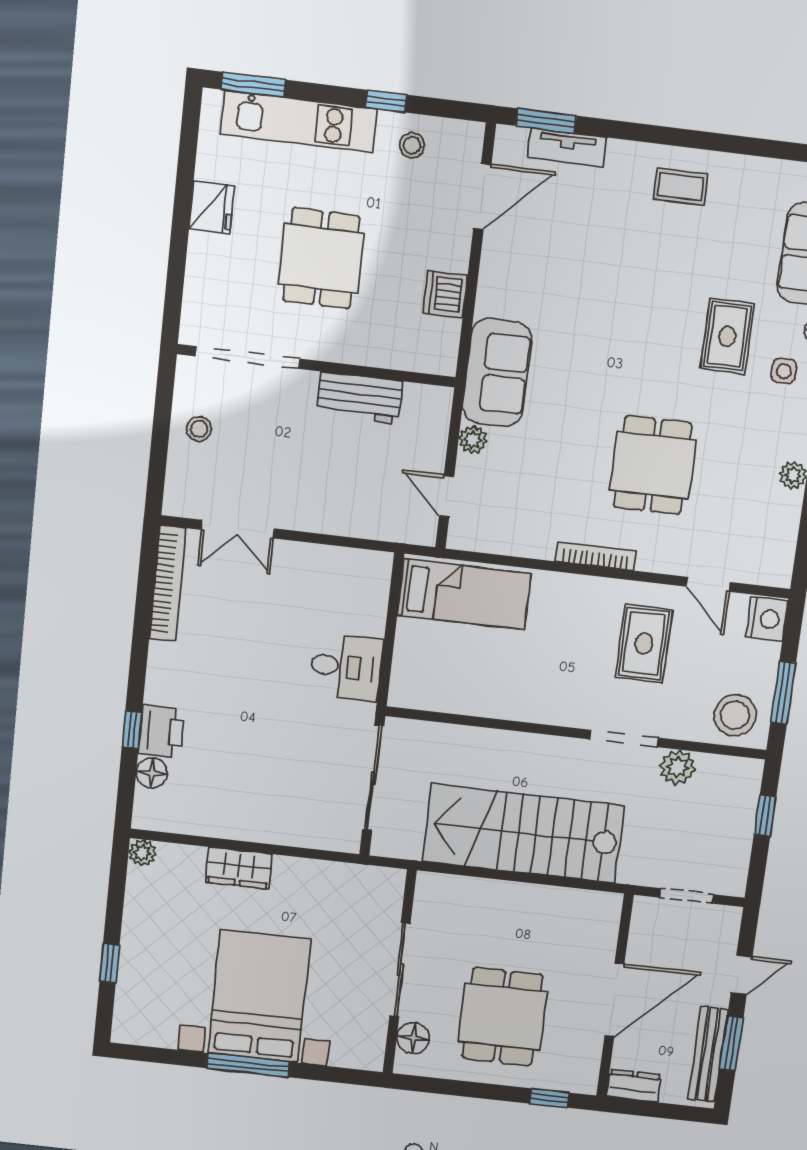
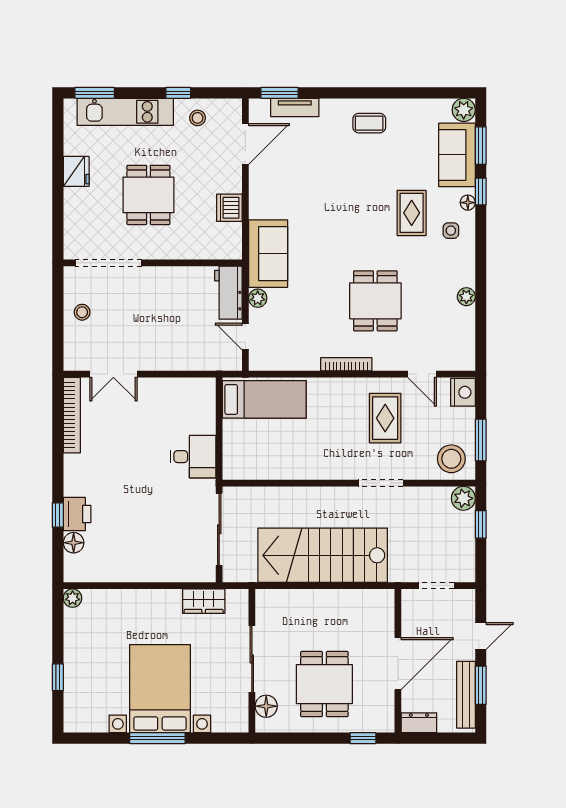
workbench: (359, 397) -> (228, 293), moved, turned 90
plant: (678, 767) -> (463, 498), moved
wardrobe: (239, 868) -> (204, 601), moved

